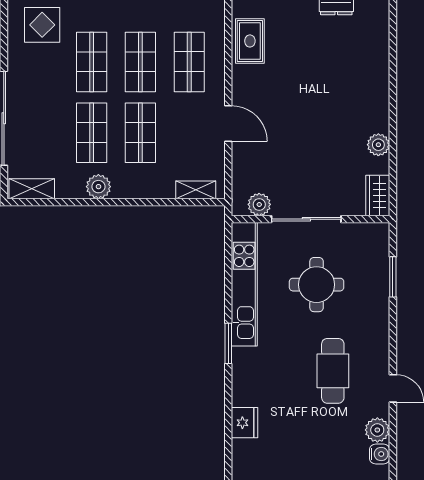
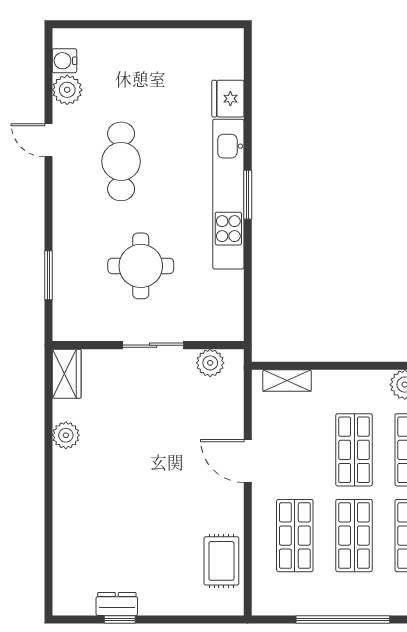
sliding door: (306, 219) -> (153, 345), width x0.73
kitchen unit: (244, 284) -> (228, 194), moved

